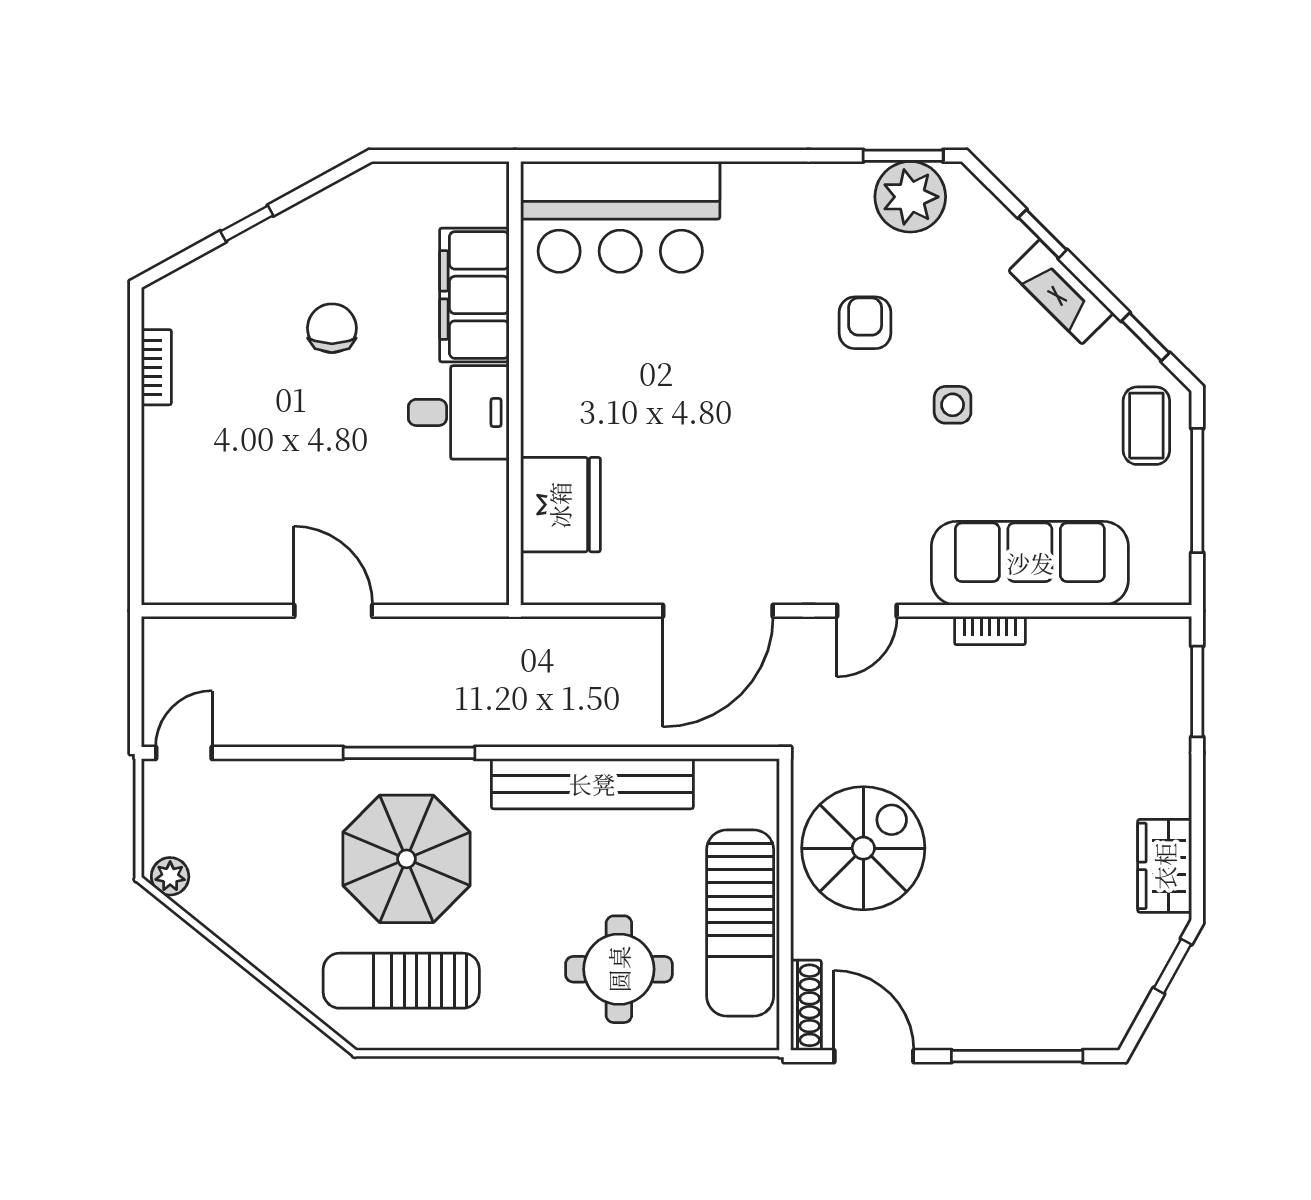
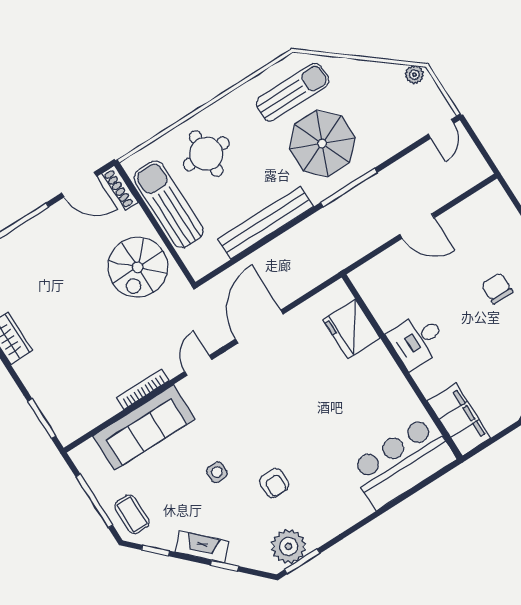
filing cabinet: (474, 295) -> (459, 420), moved
chair: (332, 328) -> (497, 288), moved, turned 180
bookcase: (990, 631) -> (143, 389), width x1.56

